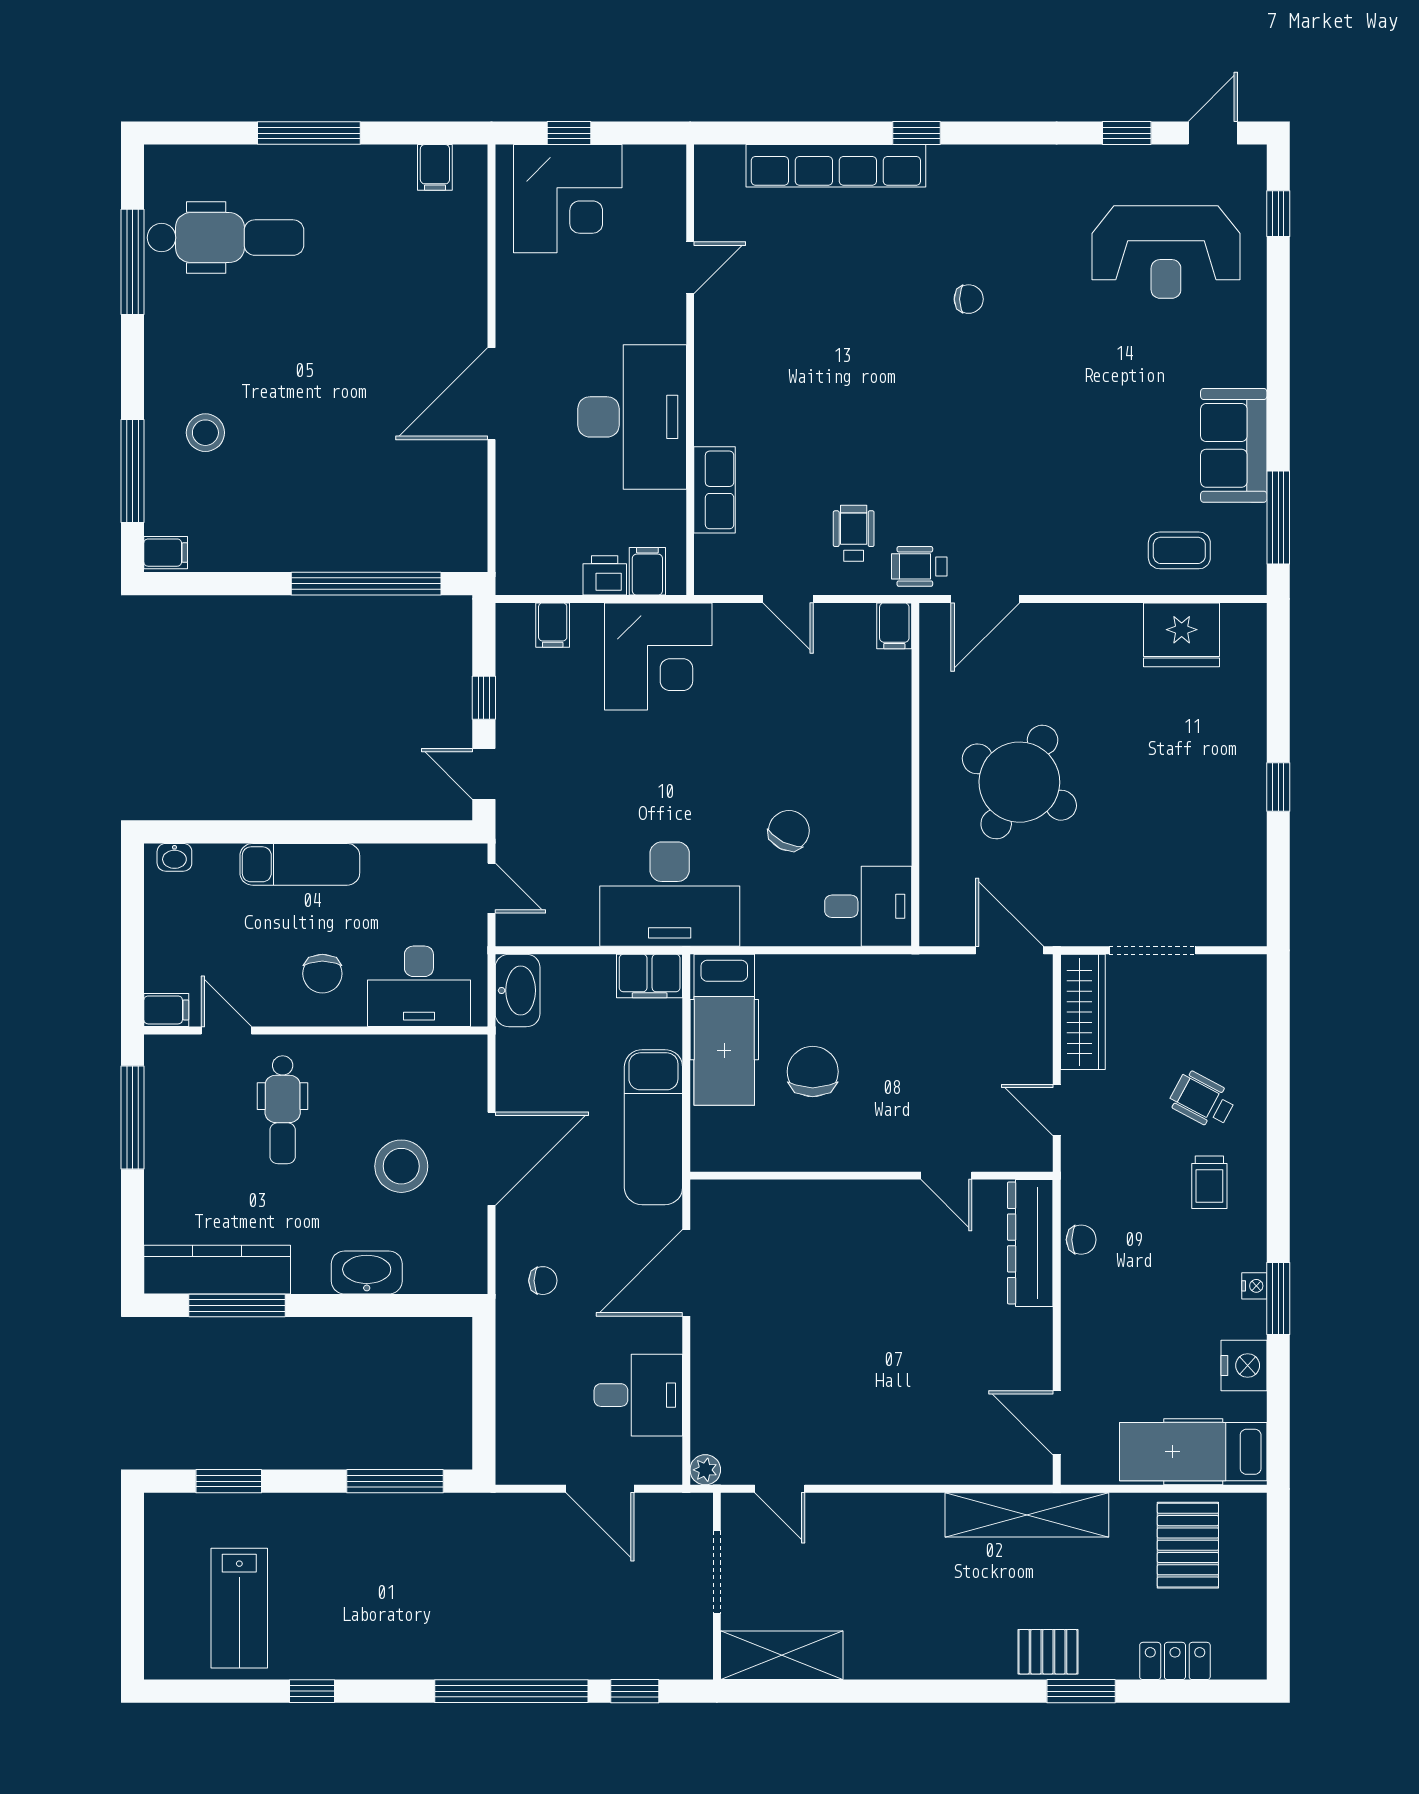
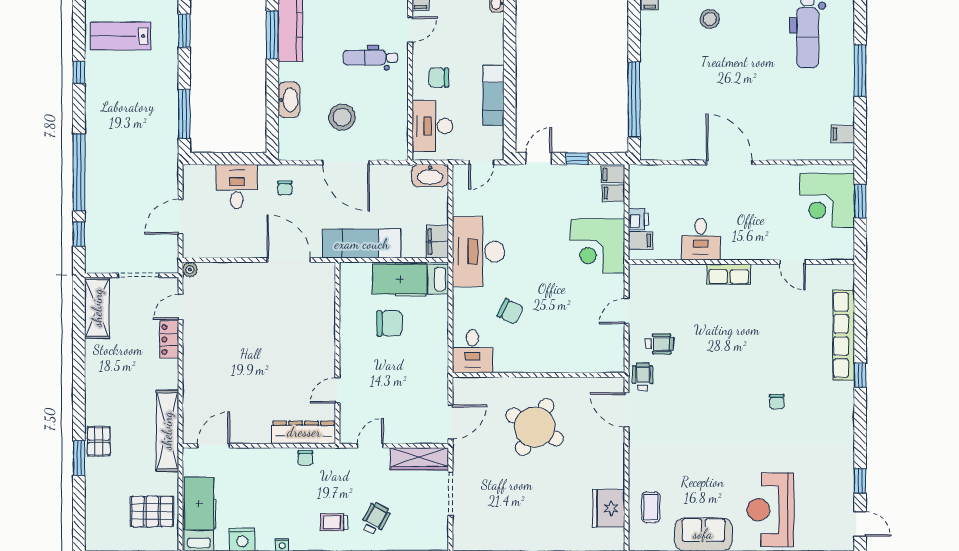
window: (569, 133) -> (860, 201), width x1.50
reception desk: (1166, 252) -> (770, 510), moved
desk: (632, 417) -> (701, 239), width x0.53, depth x0.77
row of seats: (715, 490) -> (729, 274), moved
filing cabinet: (894, 626) -> (613, 174), moved
exam couch: (300, 864) -> (493, 95), moved
desk: (638, 1395) -> (237, 186), moved, turned 180
locker: (1175, 1661) -> (169, 340), moved, turned 180

